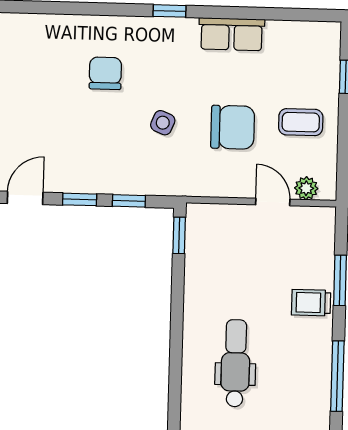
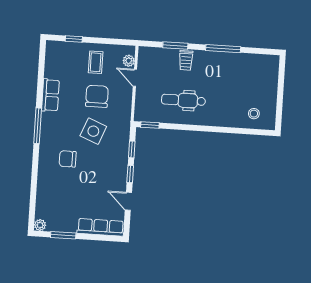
window: (170, 11) -> (38, 126), width x2.17
side table: (163, 123) -> (93, 131), width x1.87, depth x1.87
door: (273, 202) -> (135, 78), hinge flipped
dental chair: (235, 363) -> (183, 100), moved

